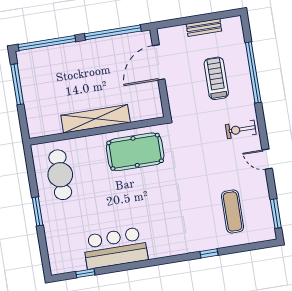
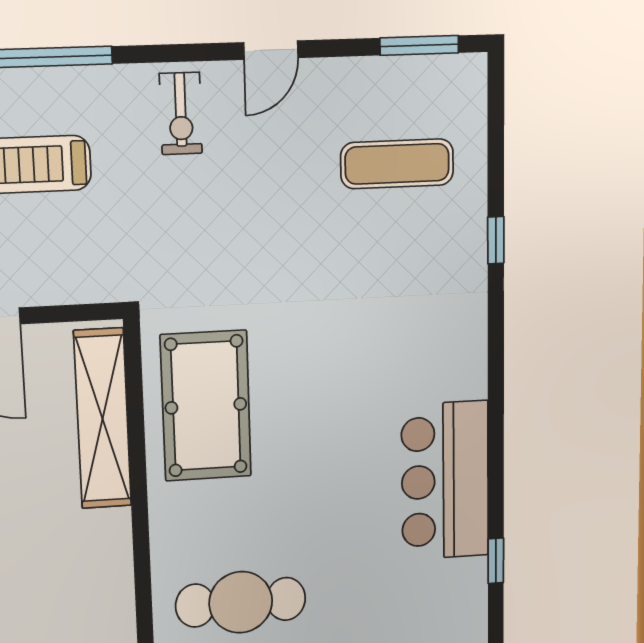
shelving: (96, 119) -> (103, 419), moved

